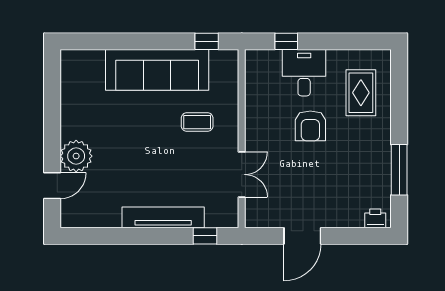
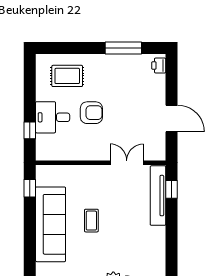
coffee table: (197, 122) -> (91, 221), moved
tv unit: (163, 217) -> (158, 196), moved

